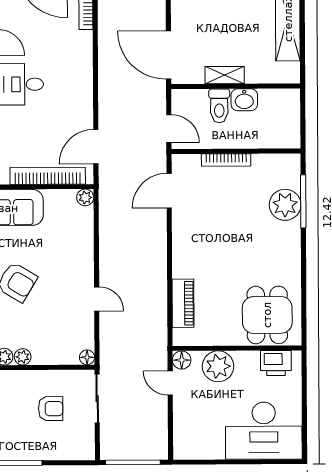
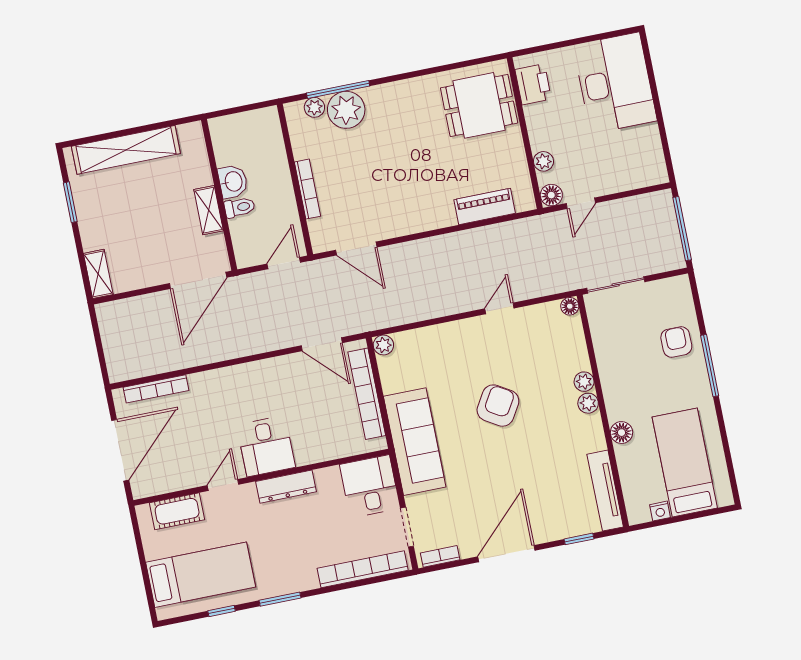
toilet: (219, 106) -> (240, 207), width x0.73, depth x0.72
plant: (292, 179) -> (314, 107), added
plant: (218, 366) -> (543, 161), width x0.53, depth x0.53
armchair: (51, 409) -> (676, 342), moved

